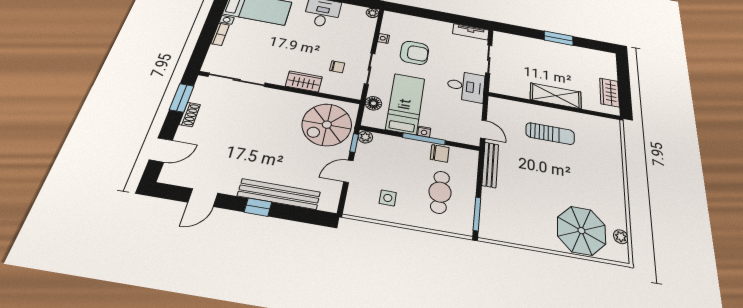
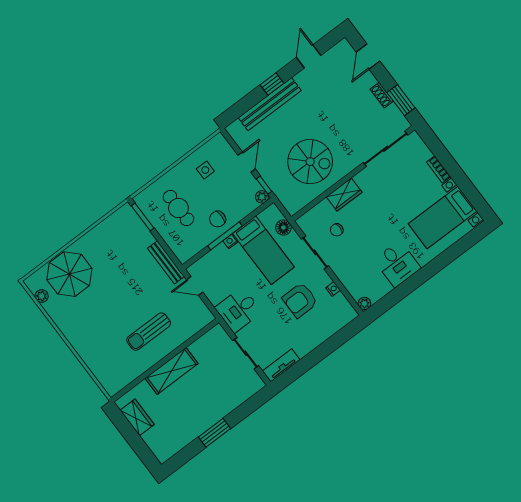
spiral stairs: (327, 125) -> (310, 162), moved, turned 90
chair: (440, 153) -> (218, 219), moved

